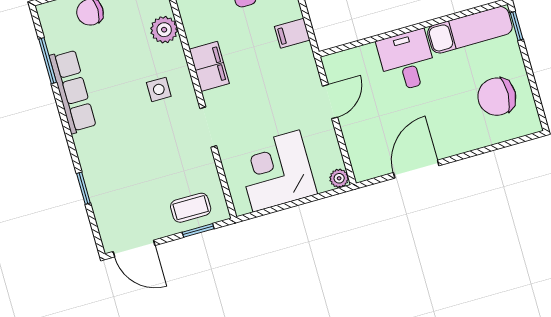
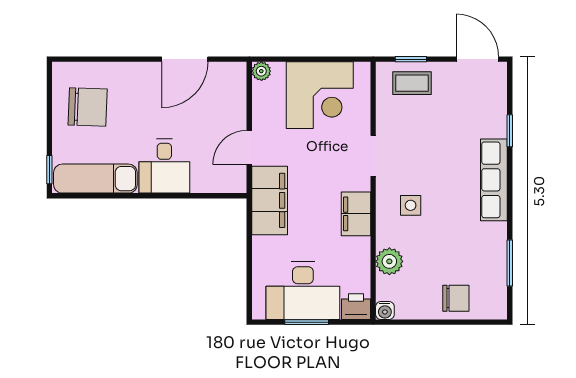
filing cabinet: (292, 33) -> (270, 200), width x3.00, depth x1.17
row of seats: (73, 91) -> (494, 180), moved

